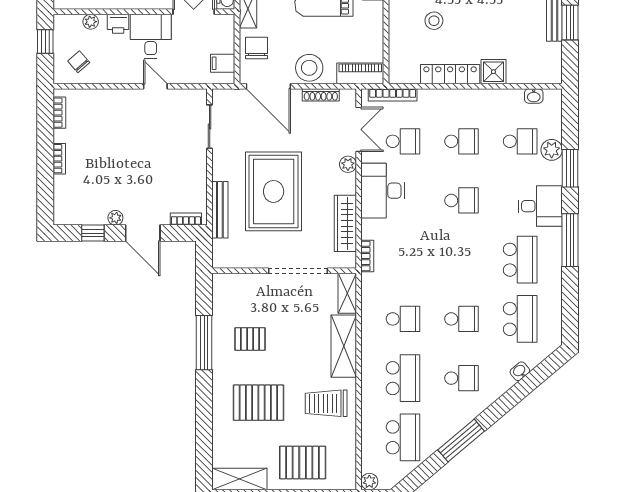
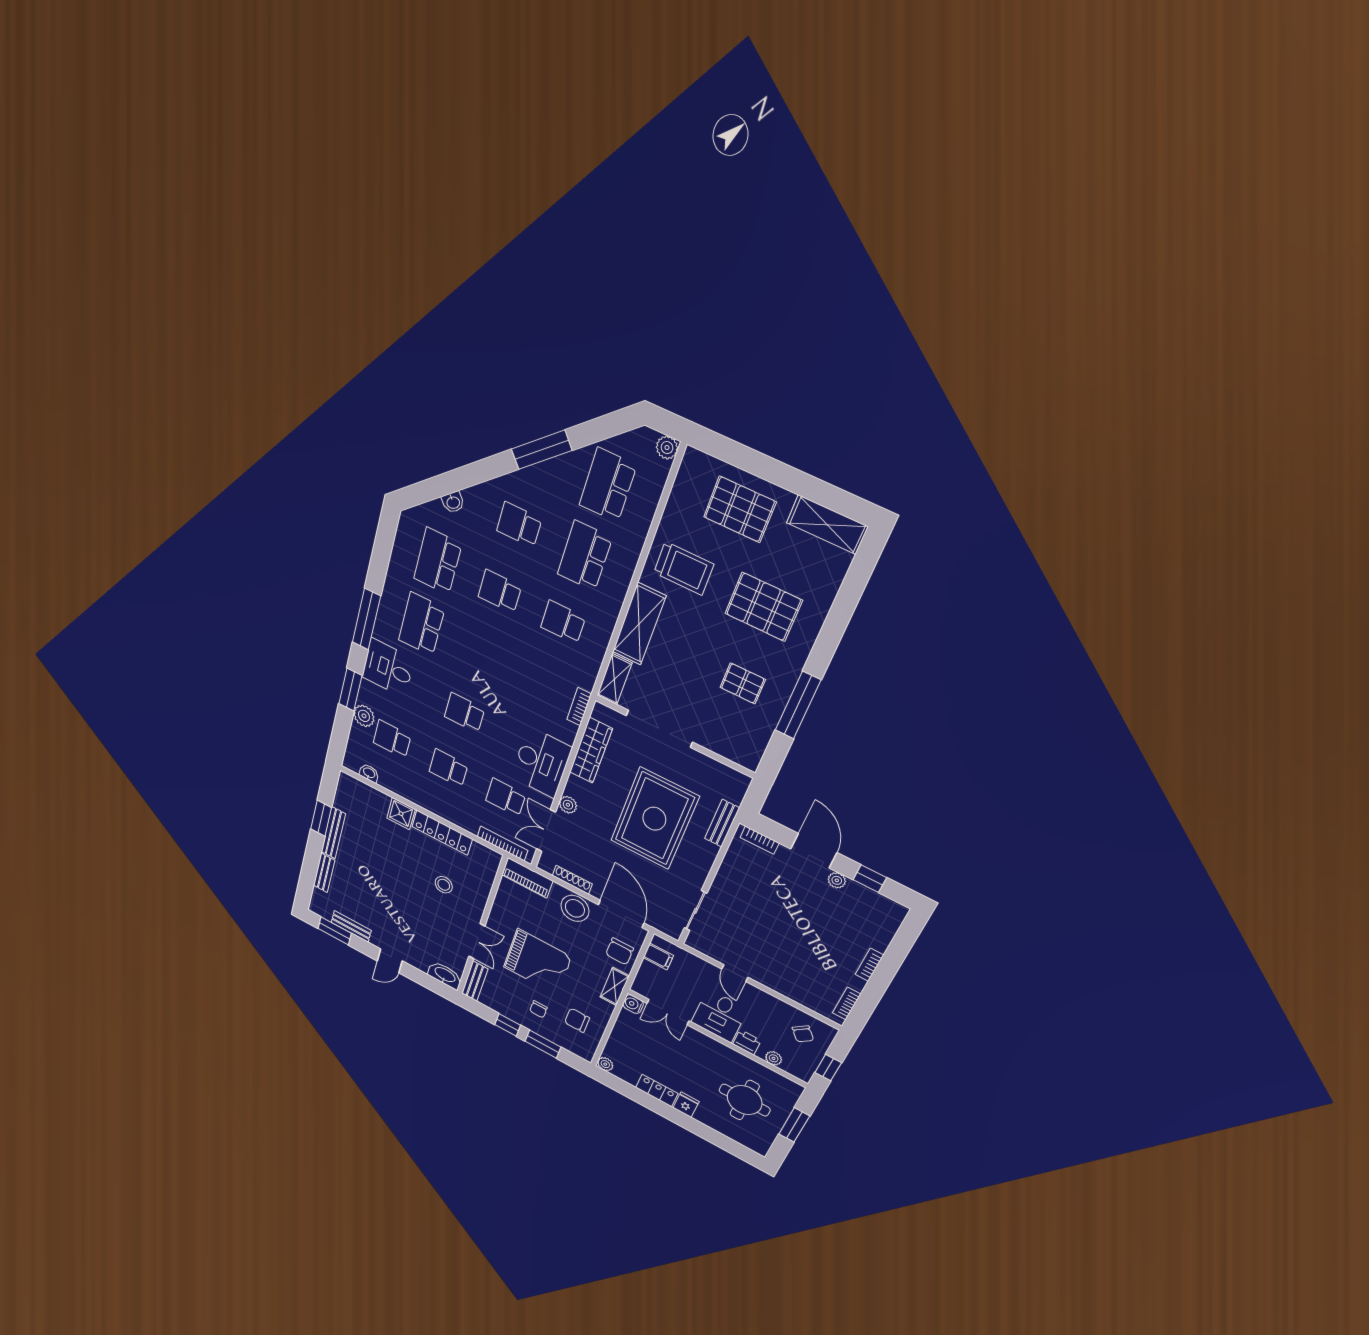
bench: (220, 210) -> (722, 823), width x0.73

